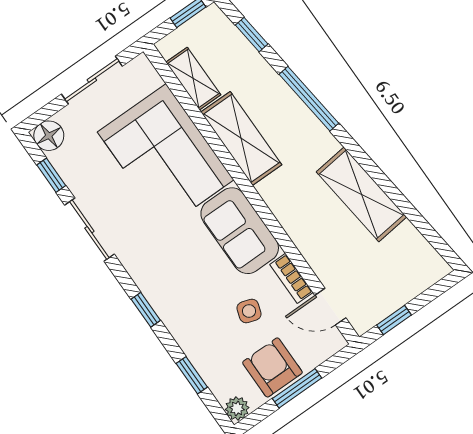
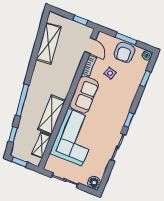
window: (51, 175) -> (107, 173), removed
shelving: (361, 194) -> (48, 43), moved
window: (146, 310) -> (129, 120), moved

